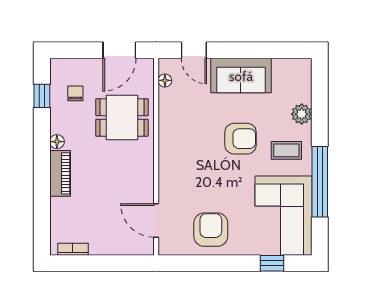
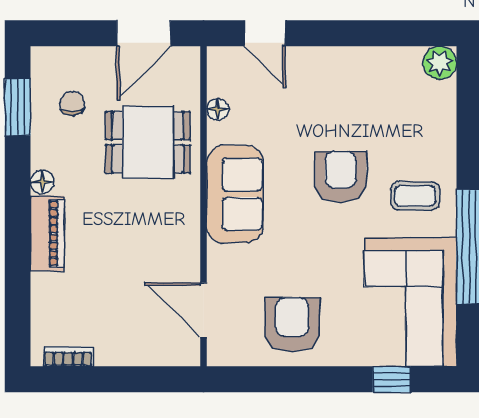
sofa: (241, 76) -> (235, 194), moved, turned -90
floor lamp: (165, 80) -> (218, 109), moved
window: (42, 96) -> (18, 107), width x1.50
plant: (302, 114) -> (440, 63), moved
armchair: (241, 139) -> (341, 177), turned -90

